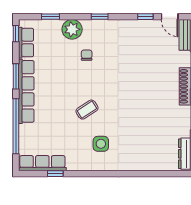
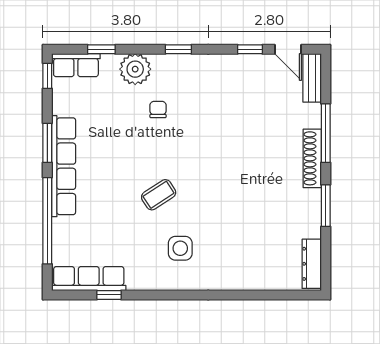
row of seats: (26, 43) -> (76, 65), moved, turned 90

